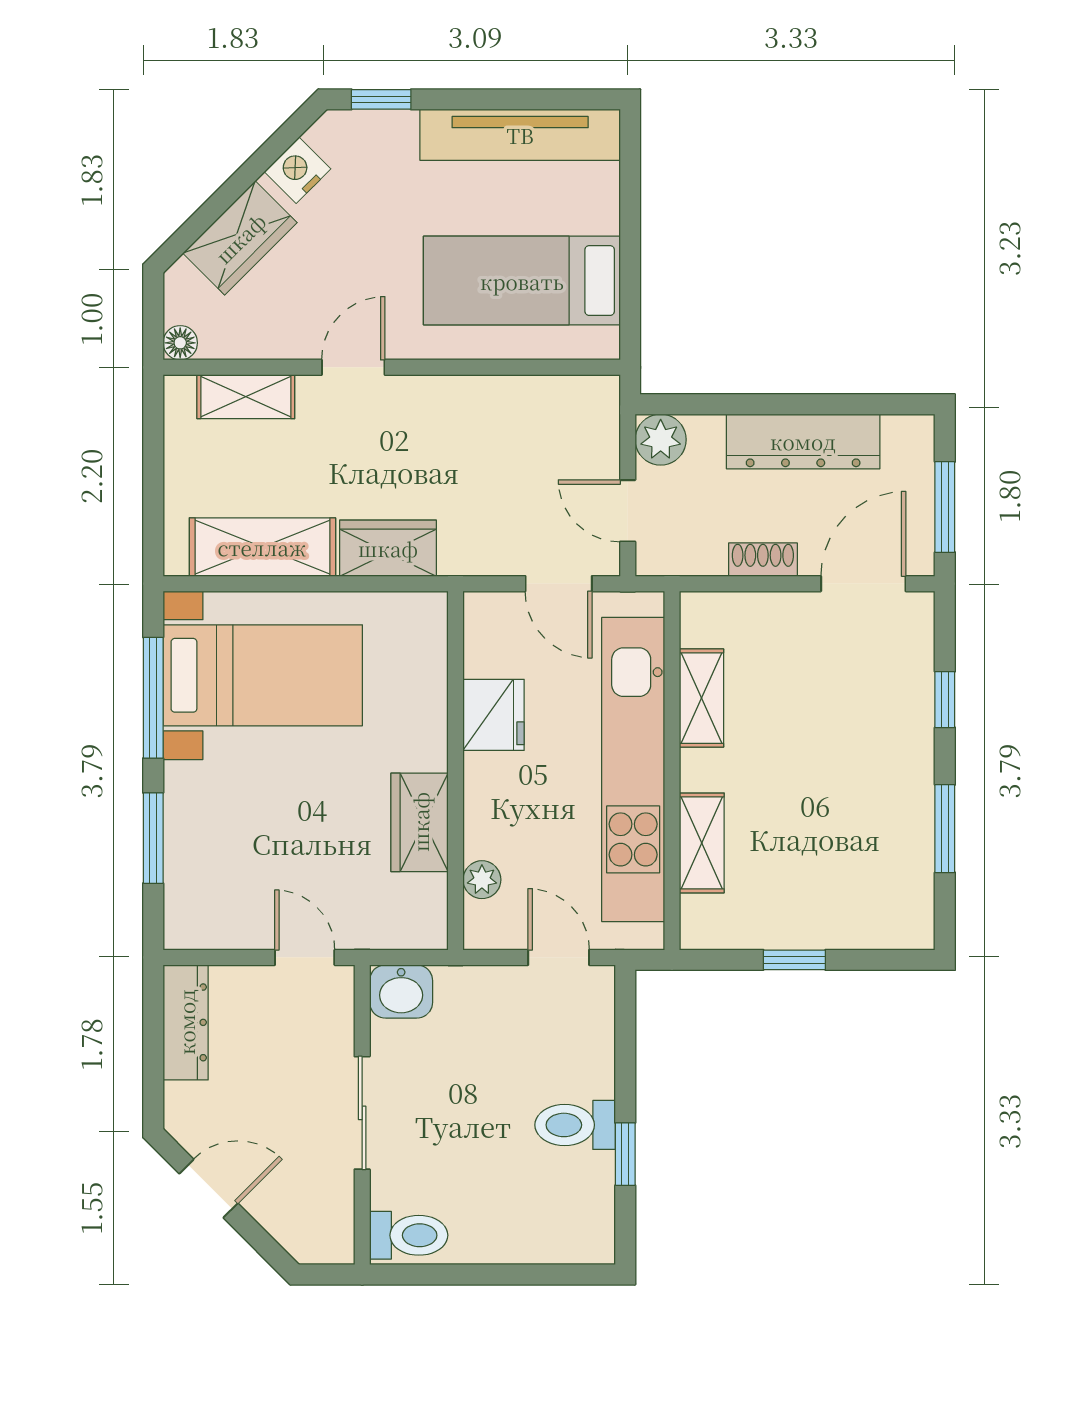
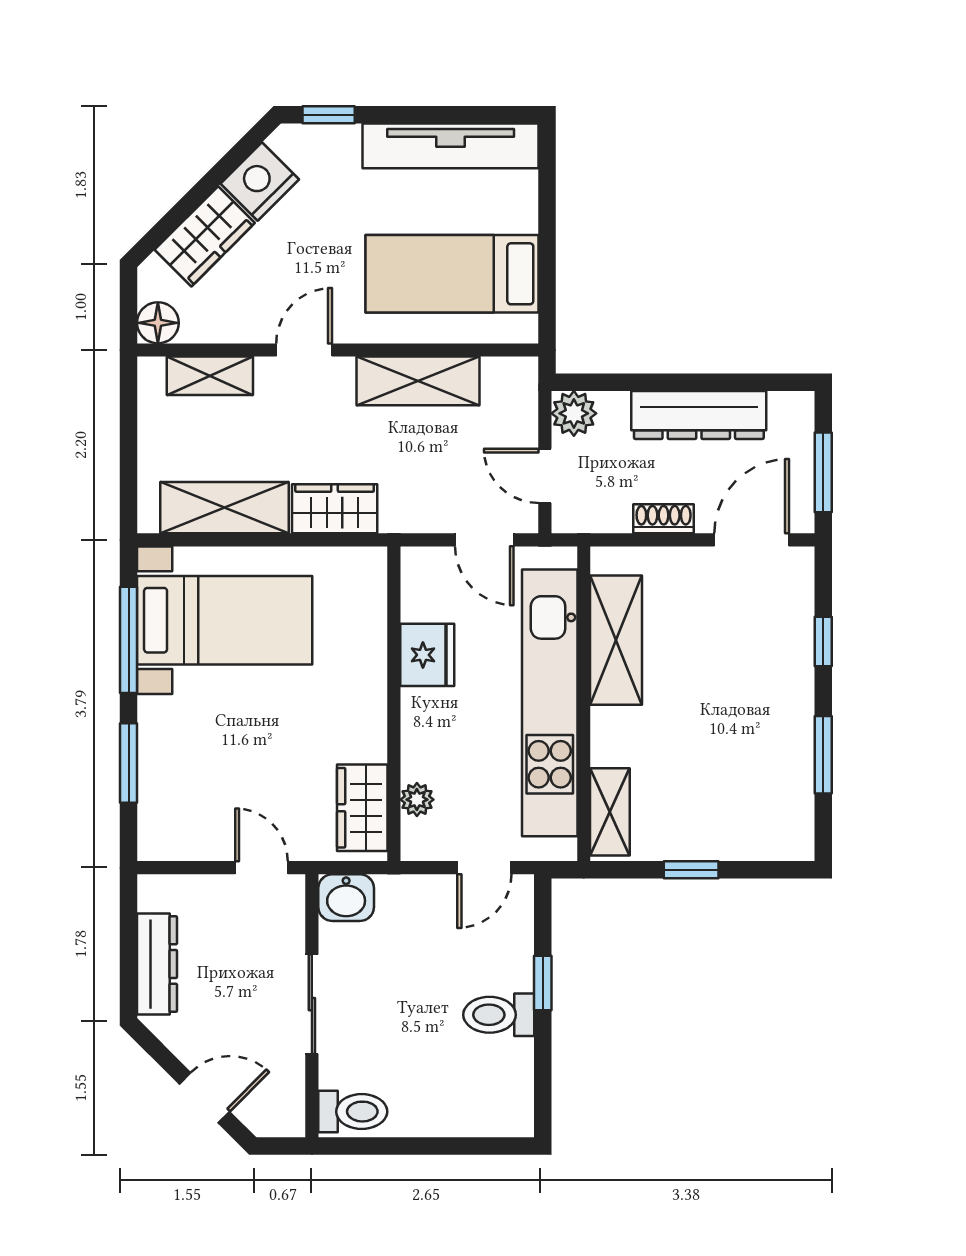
nightstand: (298, 170) -> (260, 182), width x1.36, depth x1.33
floor lamp: (180, 343) -> (158, 323), width x1.37, depth x1.37
shelving: (483, 403) -> (418, 381), added
shelving: (701, 698) -> (616, 640), width x1.50, depth x1.33
wardrobe: (420, 822) -> (362, 808), moved
shelving: (702, 843) -> (610, 812), moved
door: (559, 957) -> (484, 868), swing flipped
dresser: (186, 1022) -> (157, 964), moved
window: (625, 1154) -> (543, 983), moved
door: (209, 1189) -> (204, 1098), moved

